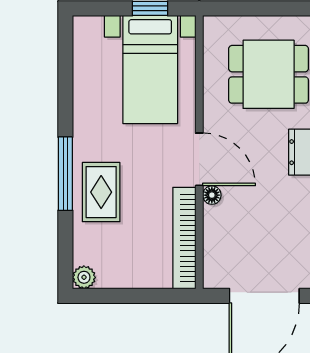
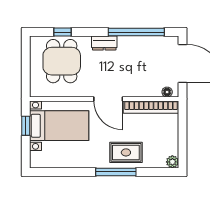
door: (199, 159) -> (108, 99), swing flipped
floor lamp: (212, 195) -> (167, 92), moved

